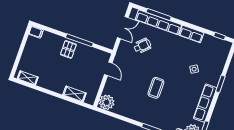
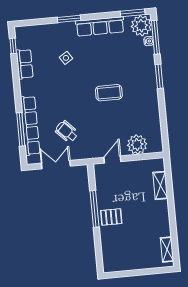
filing cabinet: (36, 32) -> (108, 265), removed
row of seats: (191, 34) -> (25, 64), moved
plant: (107, 102) -> (137, 145), moved

